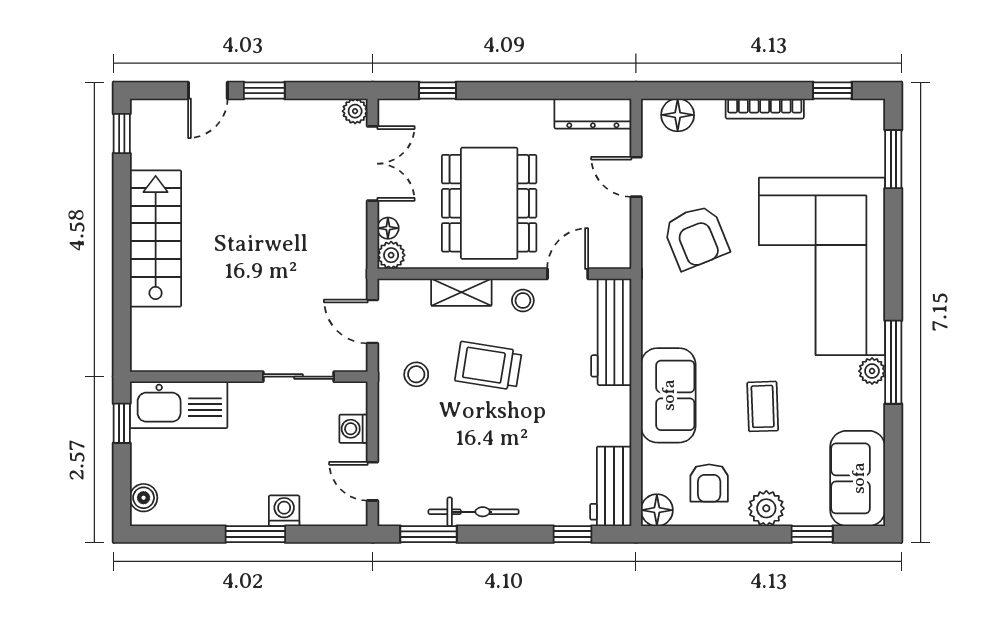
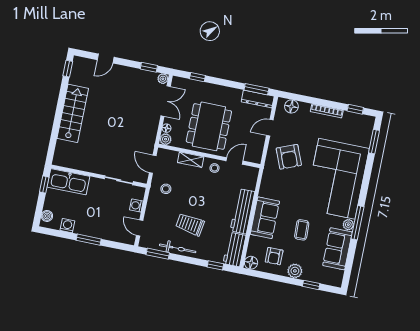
window: (264, 90) -> (149, 67), moved
window: (585, 90) -> (256, 89), added
door: (636, 177) -> (270, 128), hinge flipped
workbench: (611, 332) -> (242, 211), moved
trolley: (488, 366) -> (190, 224), moved
sofa: (858, 478) -> (337, 249), moved
washing machine: (284, 511) -> (67, 226), moved

